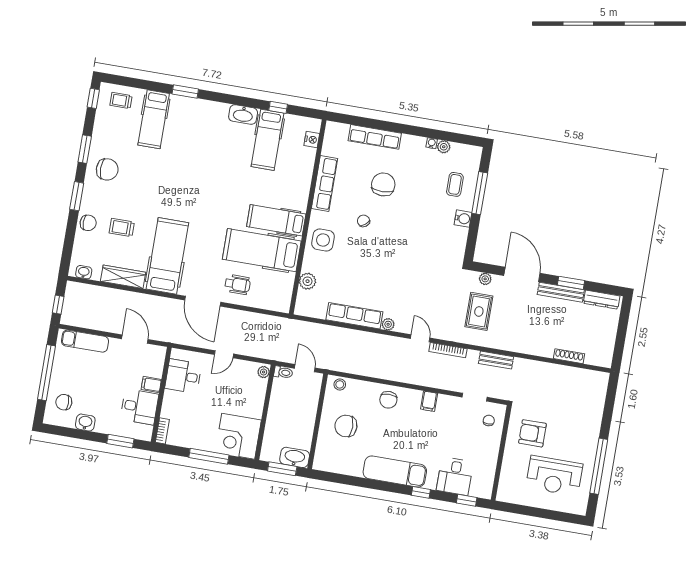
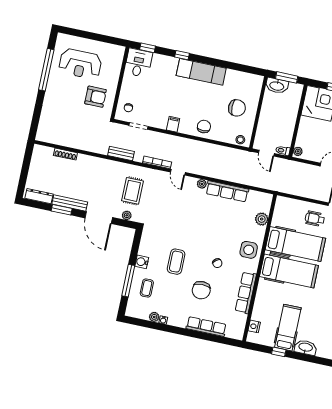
hospital bed: (276, 220) -> (289, 271), width x1.37, depth x1.29
coffee table: (418, 221) -> (176, 262), added
desk: (455, 476) -> (138, 63), moved
reception desk: (554, 476) -> (80, 64), turned 180

